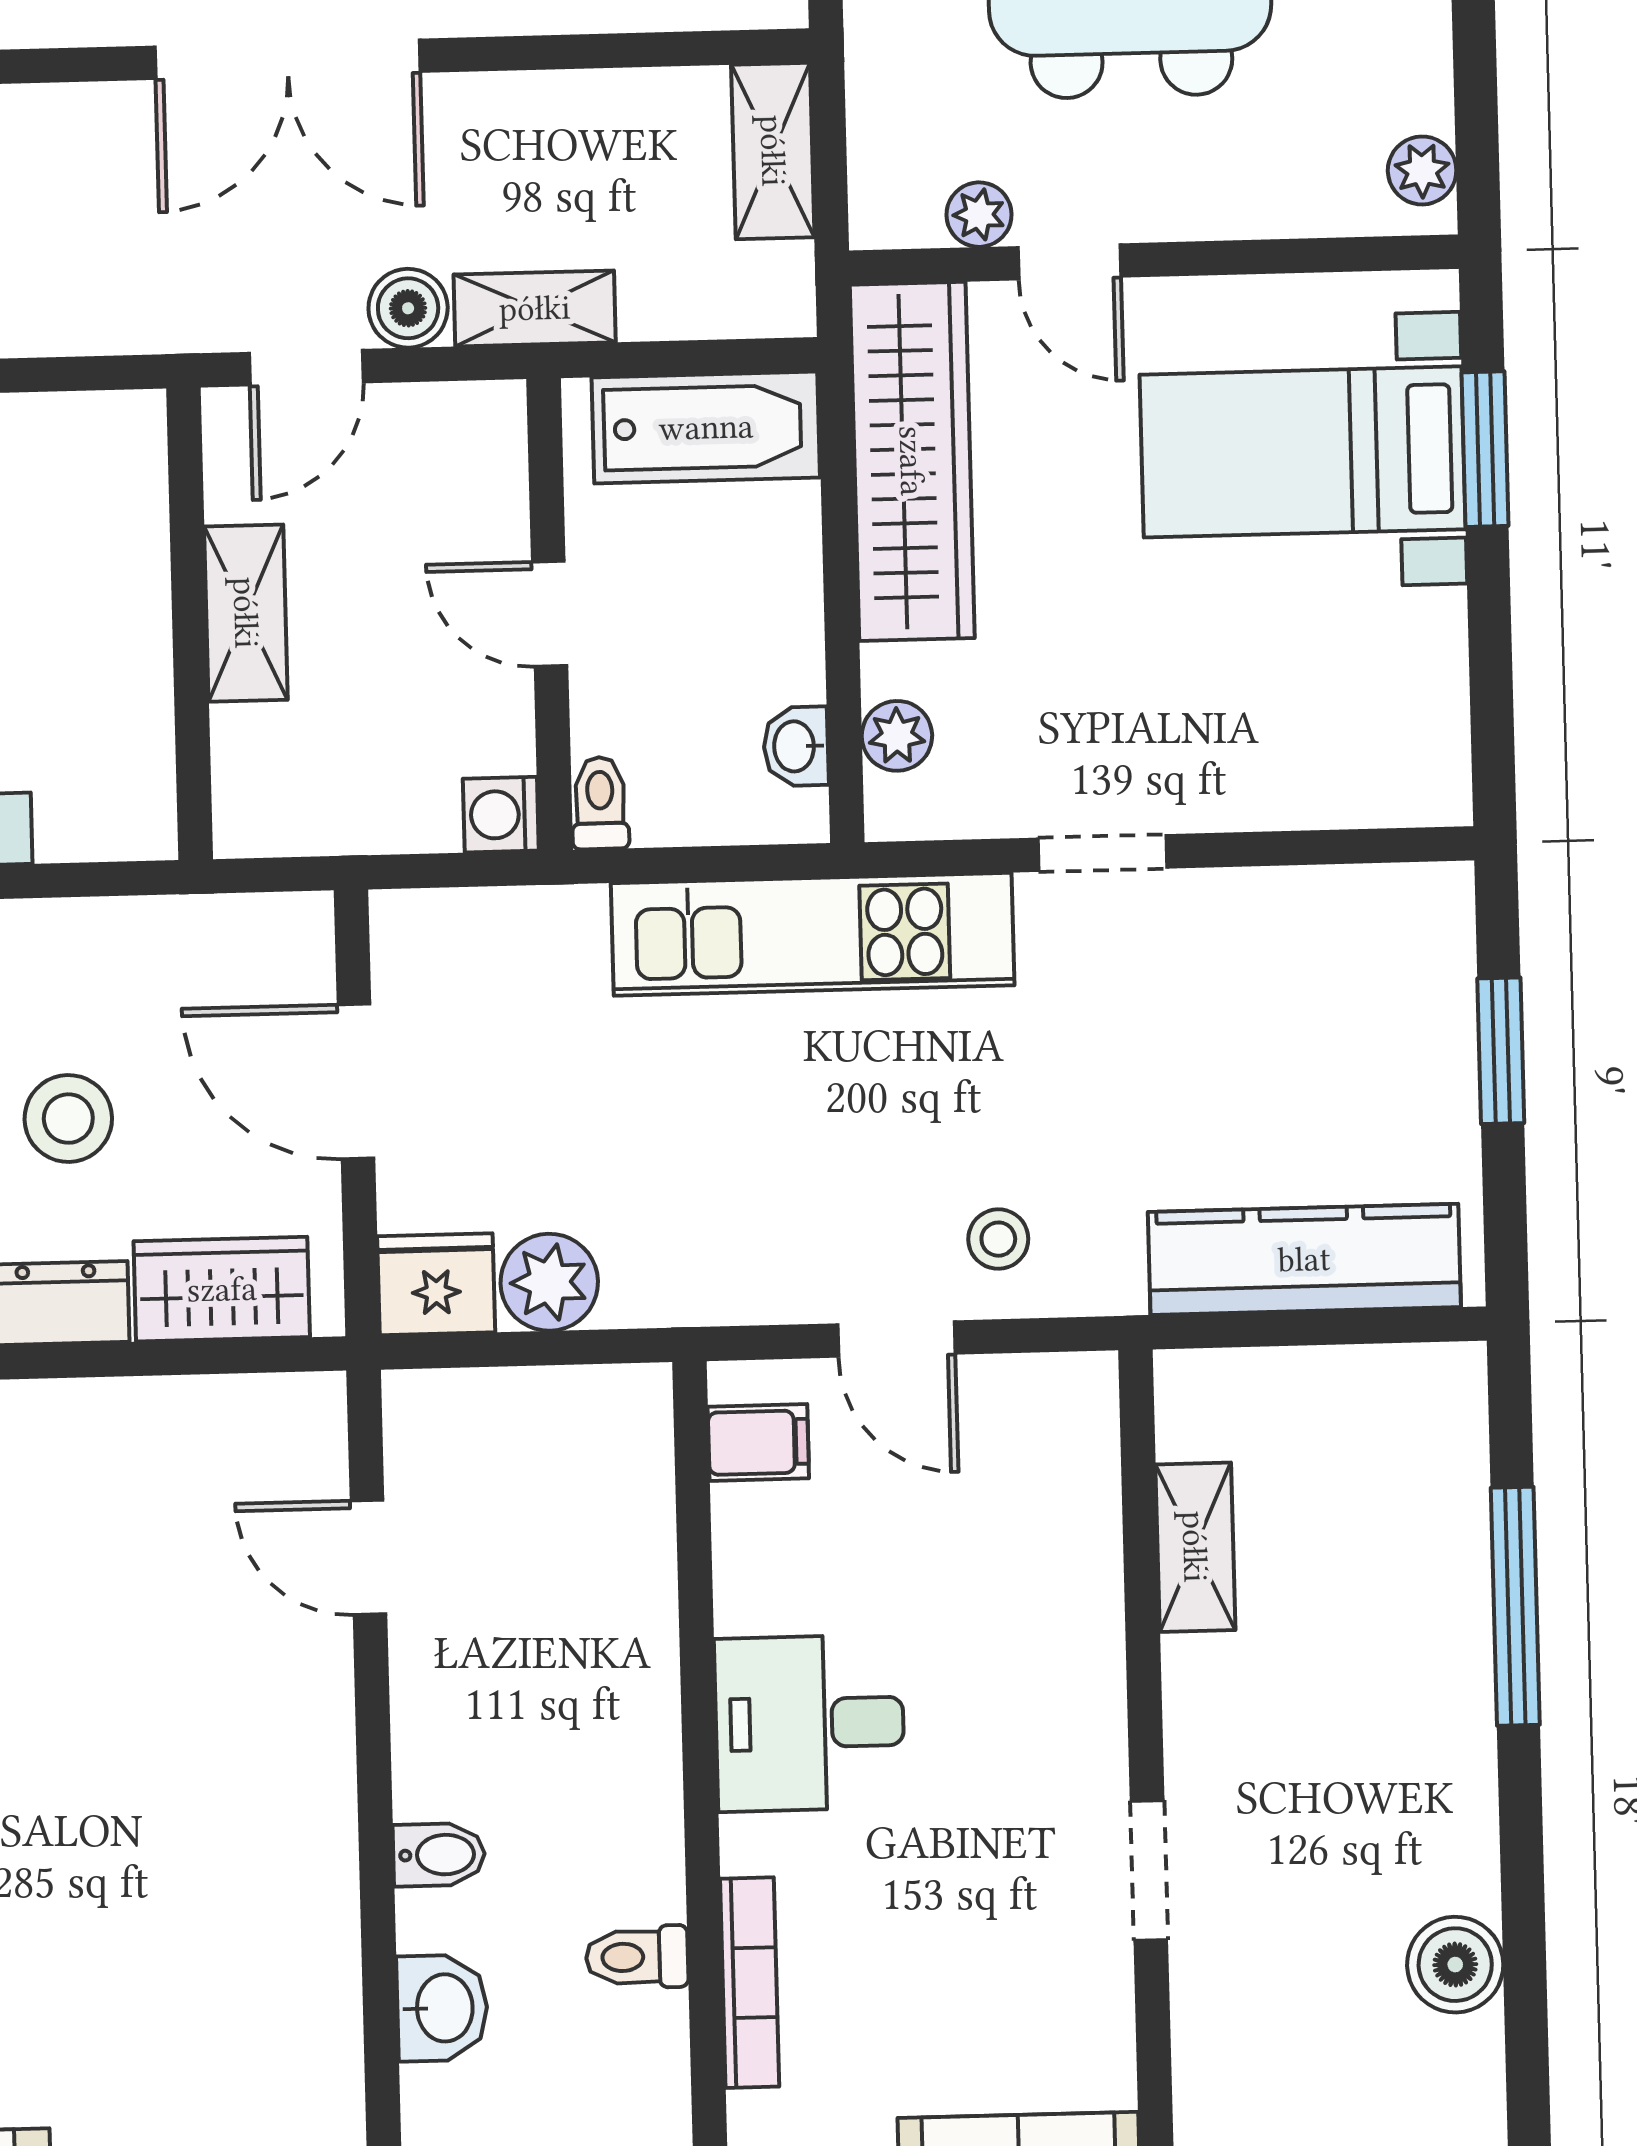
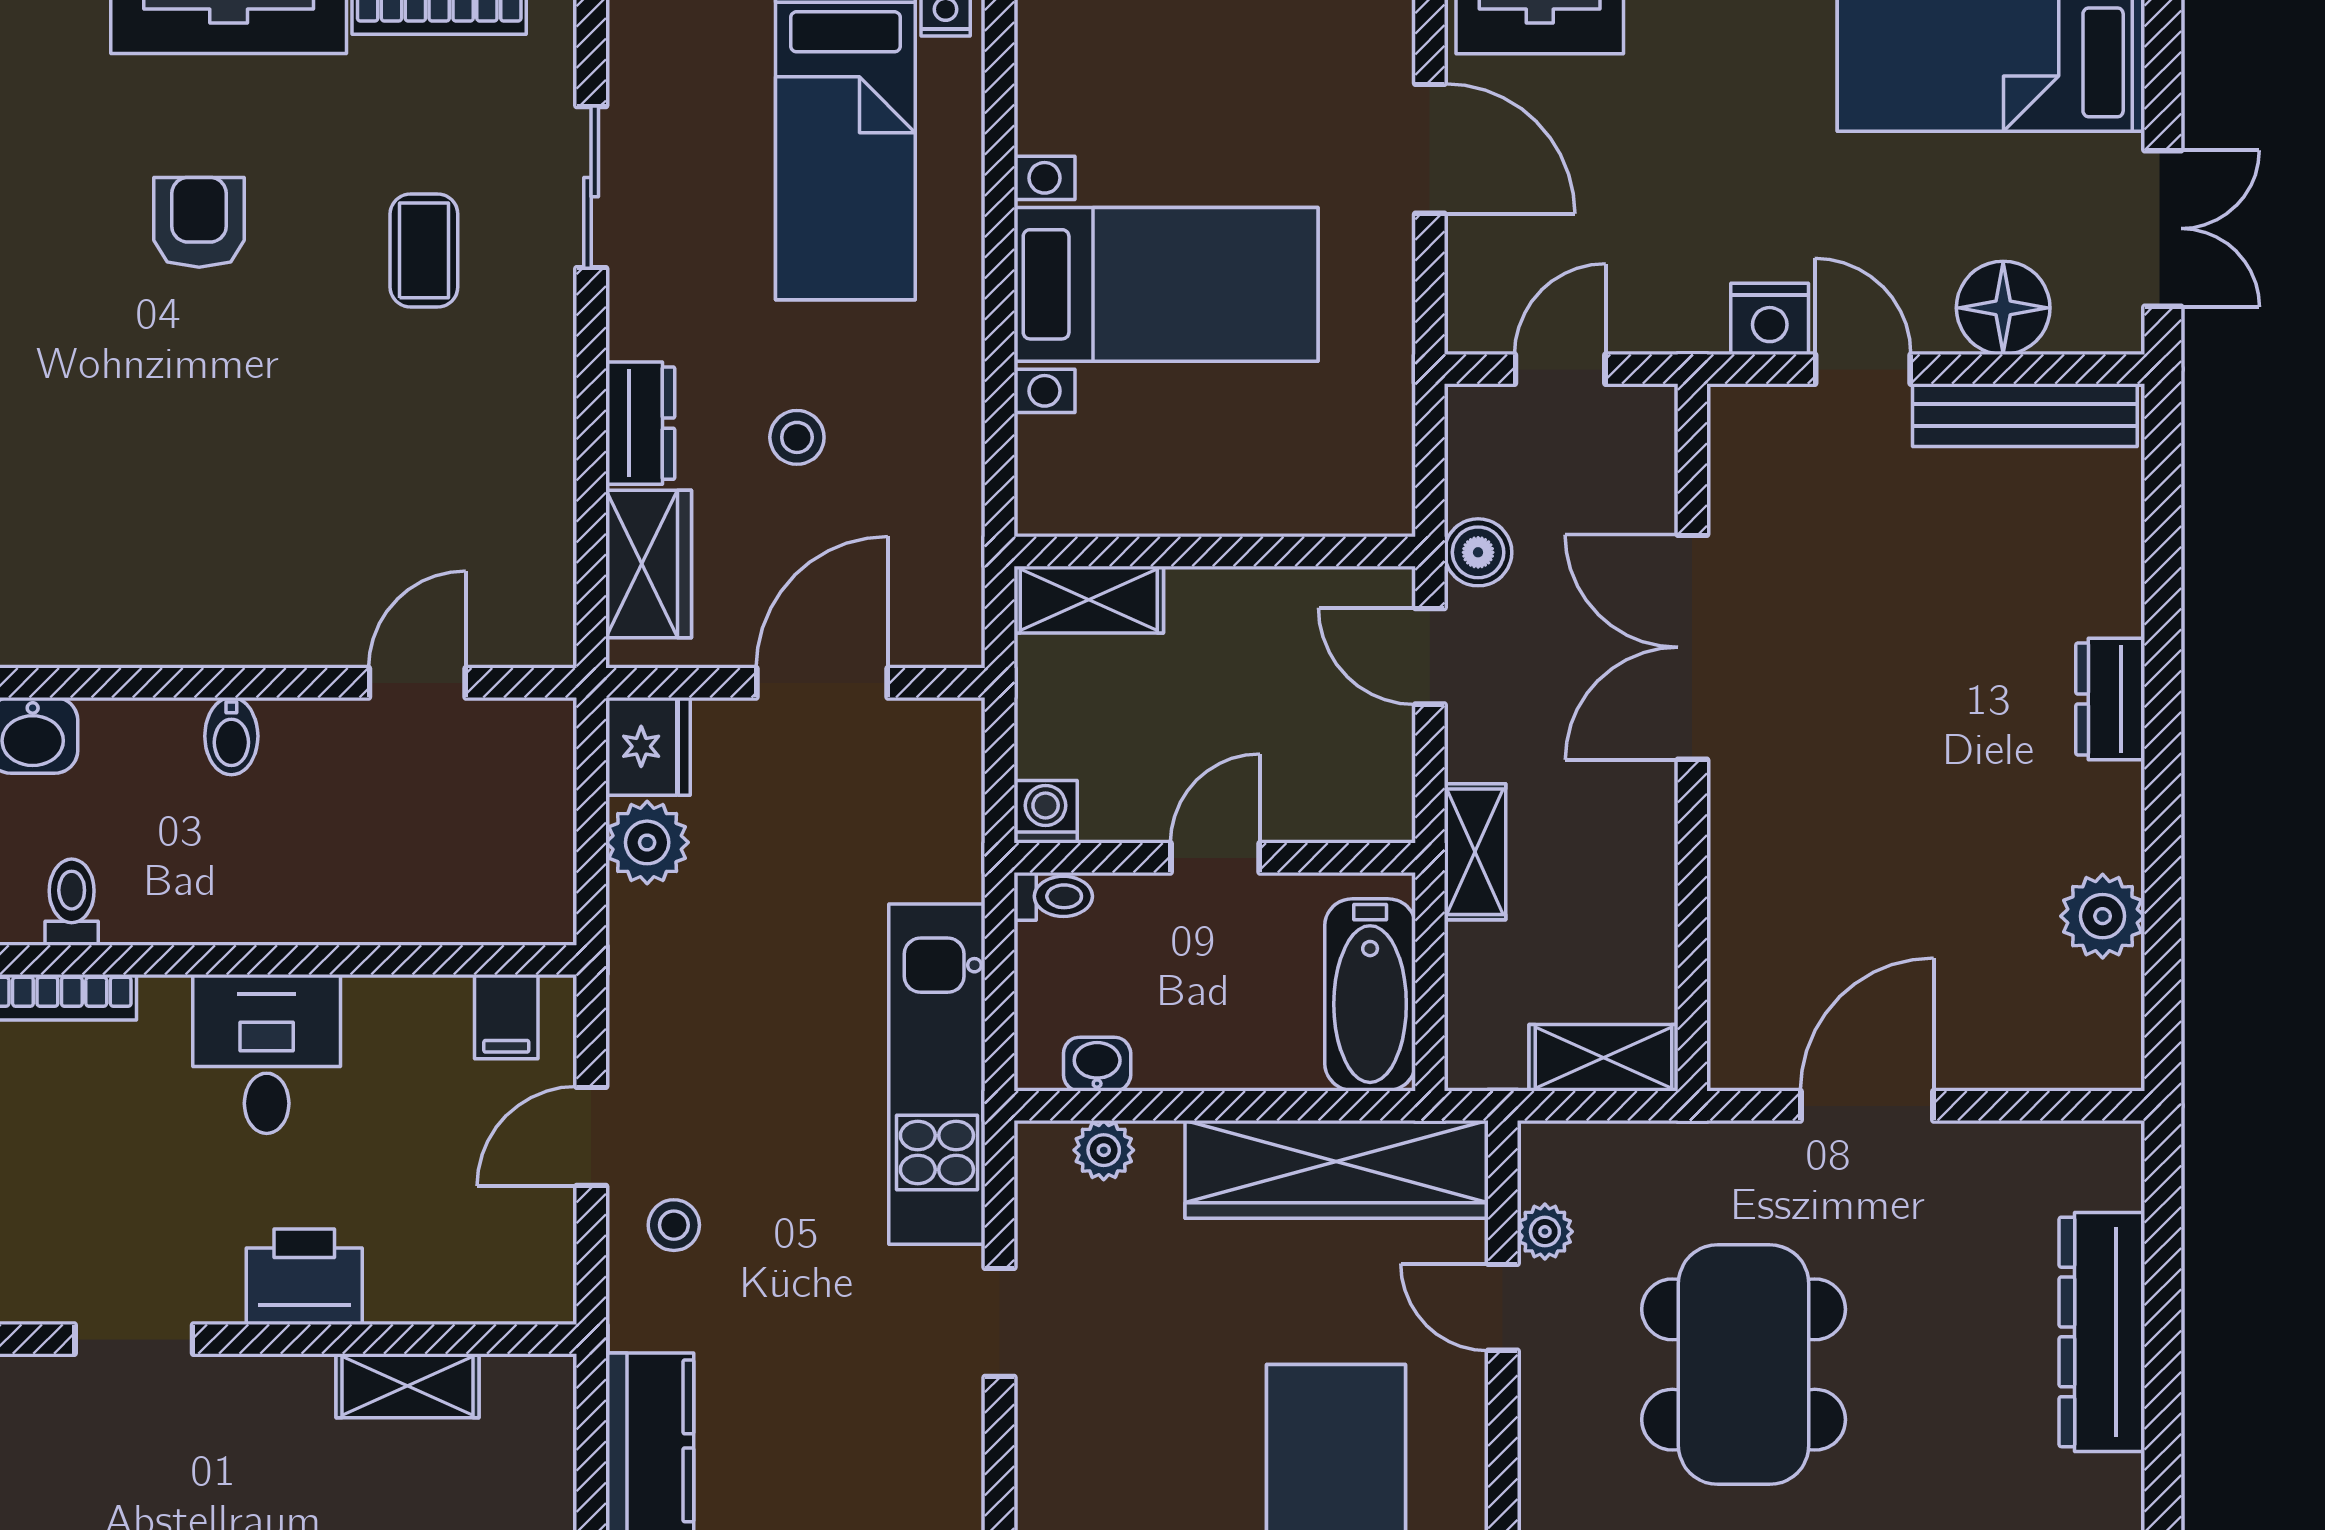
door: (1069, 262) -> (1503, 1307), hinge flipped
boiler: (408, 308) -> (1478, 552), moved
shelving: (246, 613) -> (1089, 600), moved
stool: (68, 1119) -> (797, 437), width x0.73, depth x0.73
printer: (1070, 1672) -> (304, 1277), added
bidet: (439, 1855) -> (231, 736), moved

